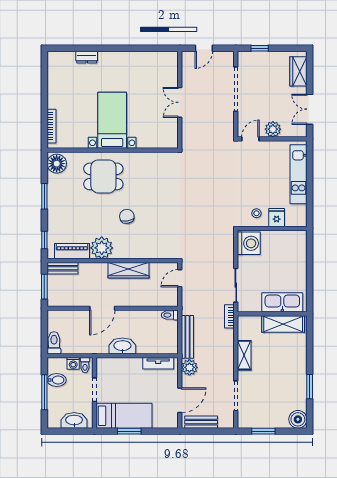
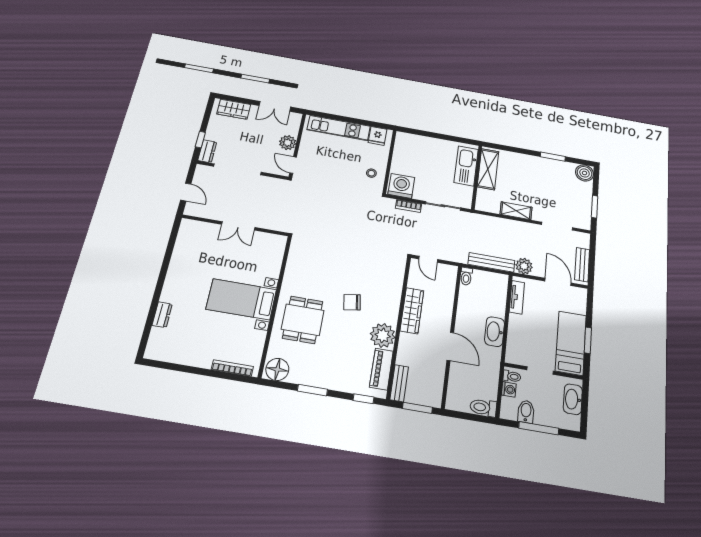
dresser: (249, 57) -> (207, 151), added
fridge: (277, 218) -> (378, 136), moved, turned -90
bookcase: (229, 316) -> (409, 206), moved

